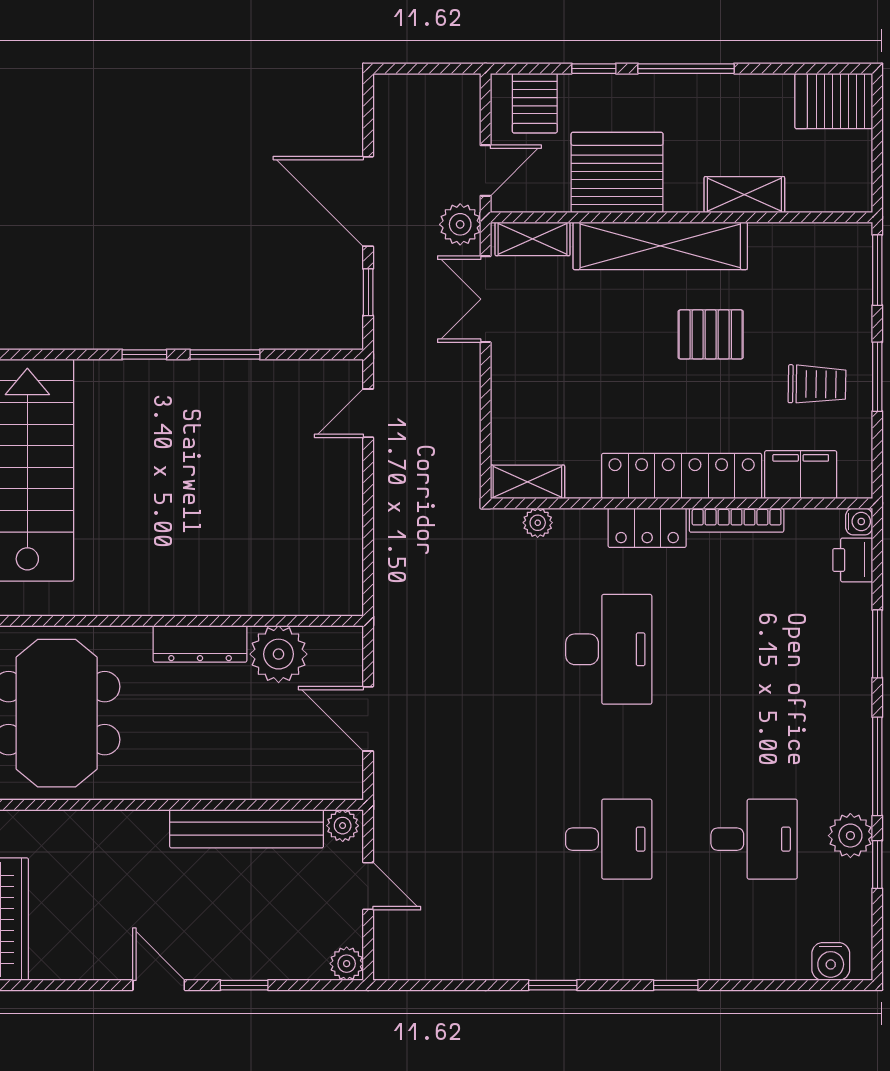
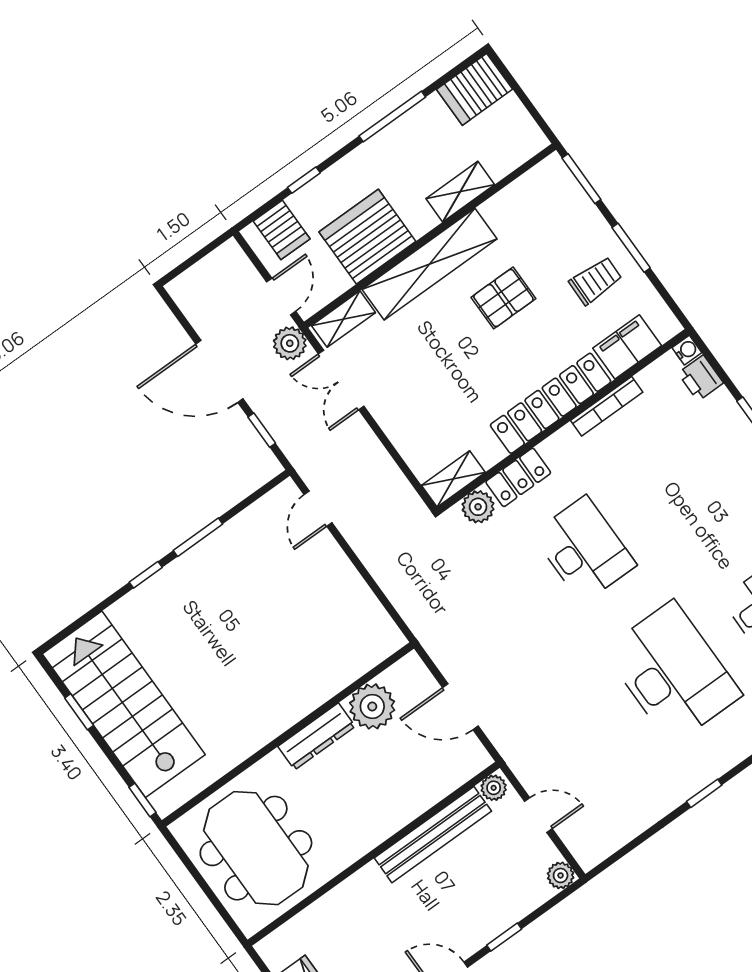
window: (686, 69) -> (392, 117), moved
plant: (538, 523) -> (478, 507), width x1.38, depth x1.38
locker: (647, 528) -> (518, 477), moved
desk: (609, 839) -> (672, 673), width x1.87, depth x1.30

